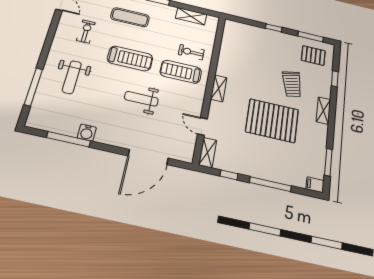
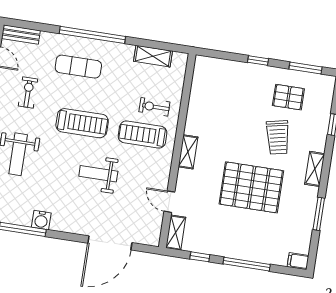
pallet: (313, 56) -> (288, 97), moved
window: (328, 162) -> (319, 214), moved

